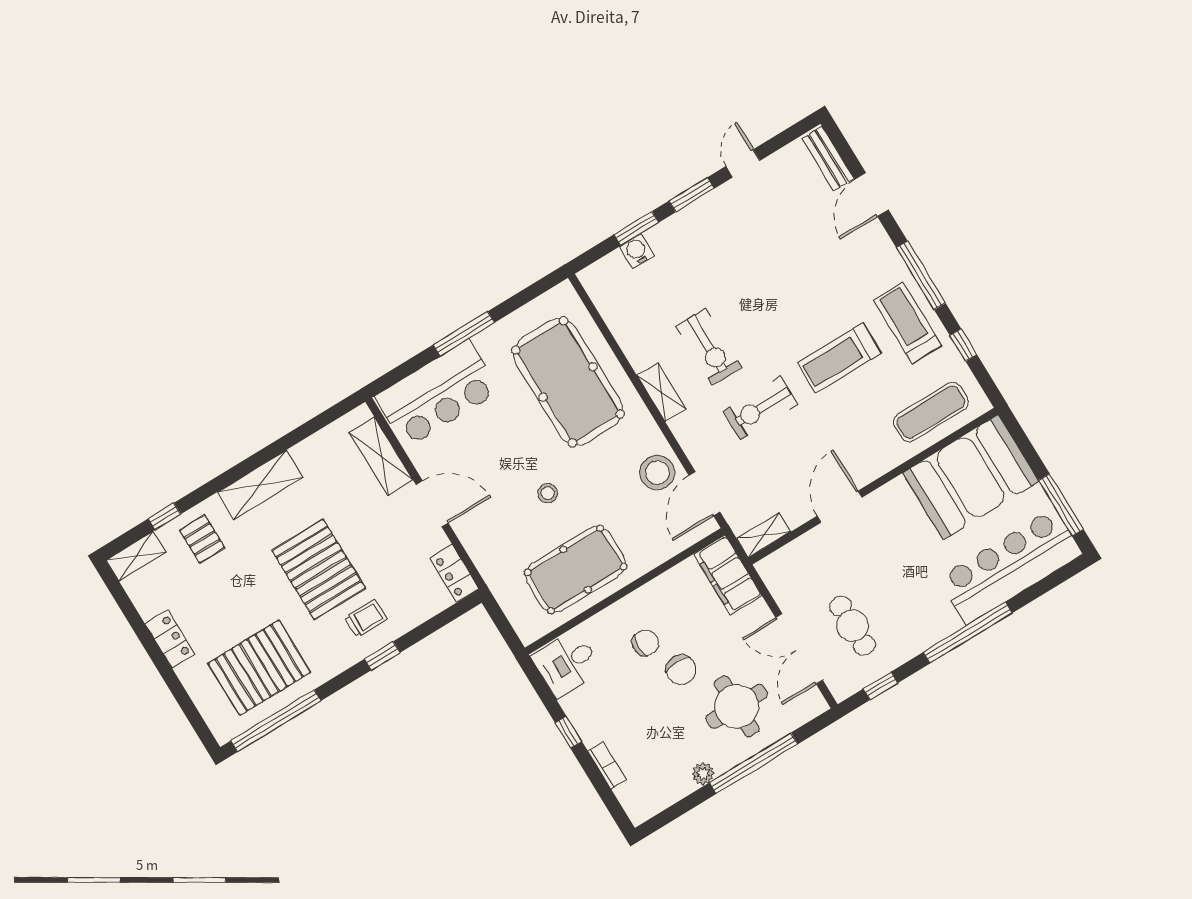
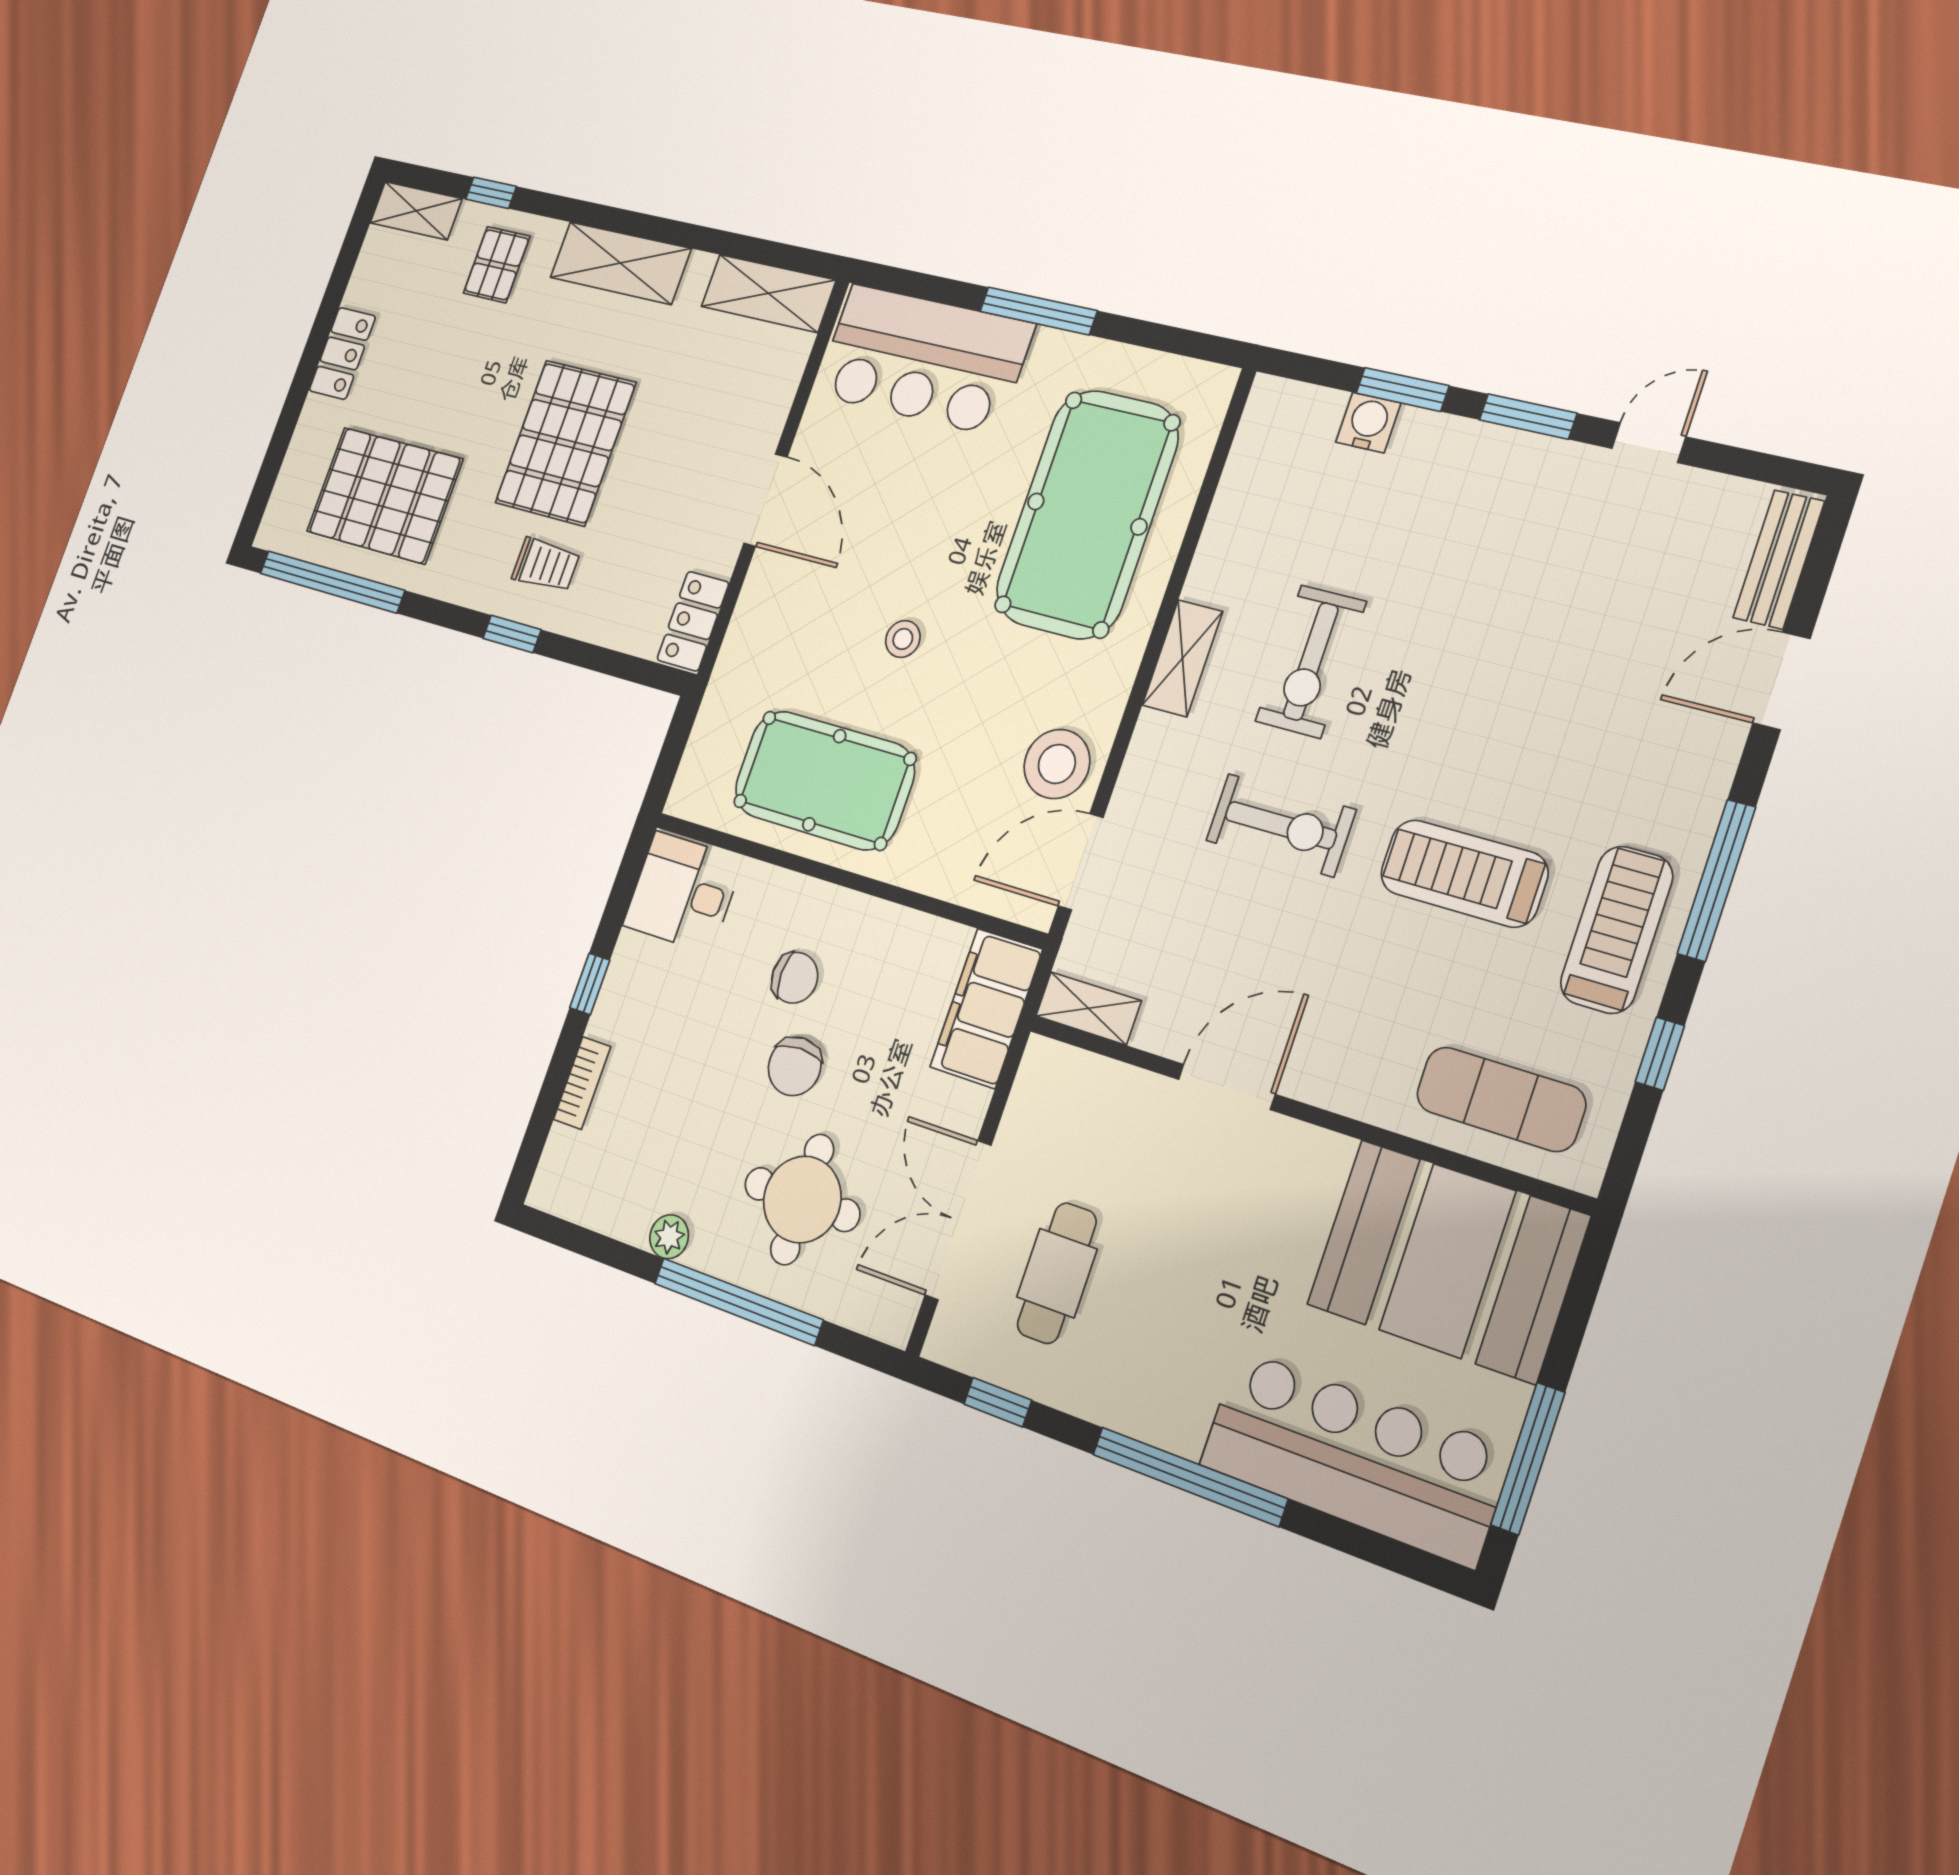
exercise bike: (760, 408) -> (1281, 825), turned 180
shelving: (381, 456) -> (768, 293), moved, turned 90

